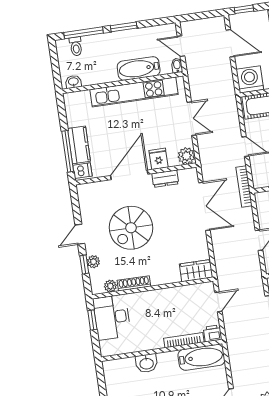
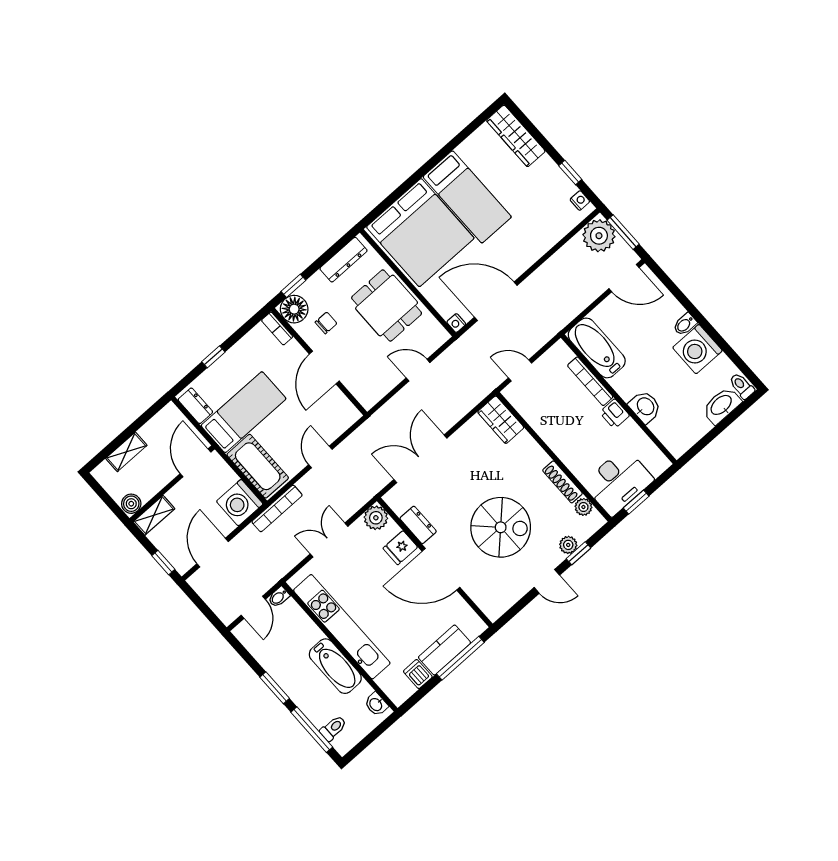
bathtub: (139, 68) -> (335, 666), moved
dishwasher: (83, 171) -> (418, 674), moved
bookcase: (244, 186) -> (277, 508), moved
printer: (213, 333) -> (614, 414), moved

